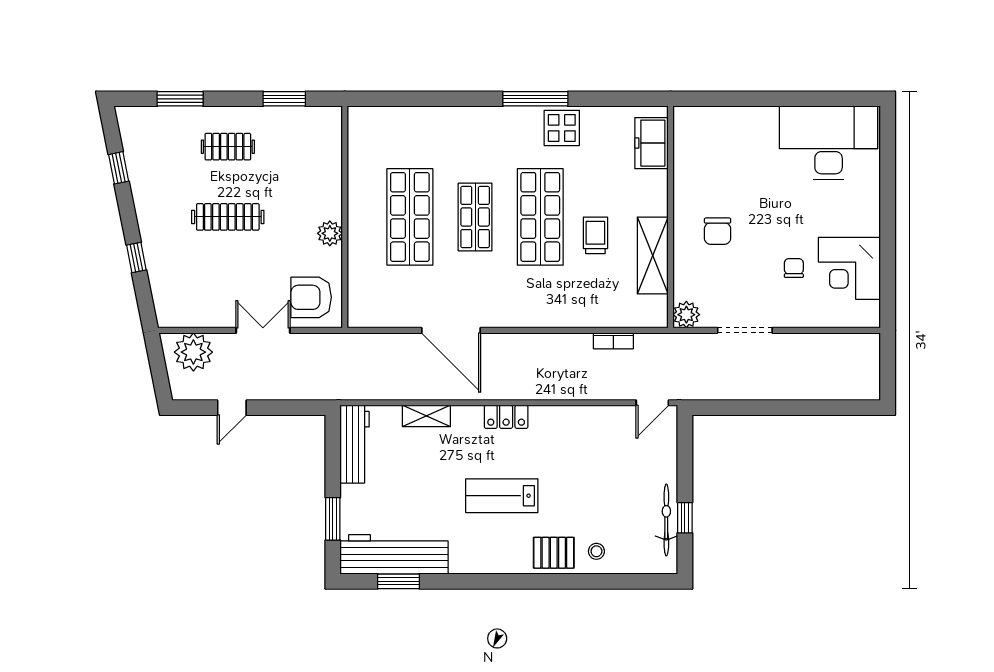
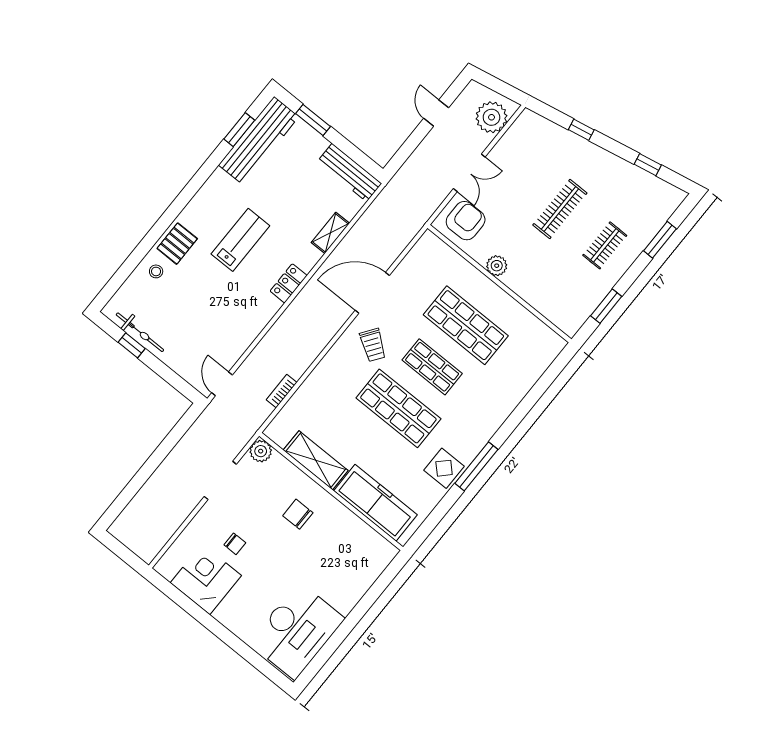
freezer: (651, 143) -> (376, 503), width x1.91, depth x1.26
trolley: (595, 235) -> (373, 345), moved, turned 35

